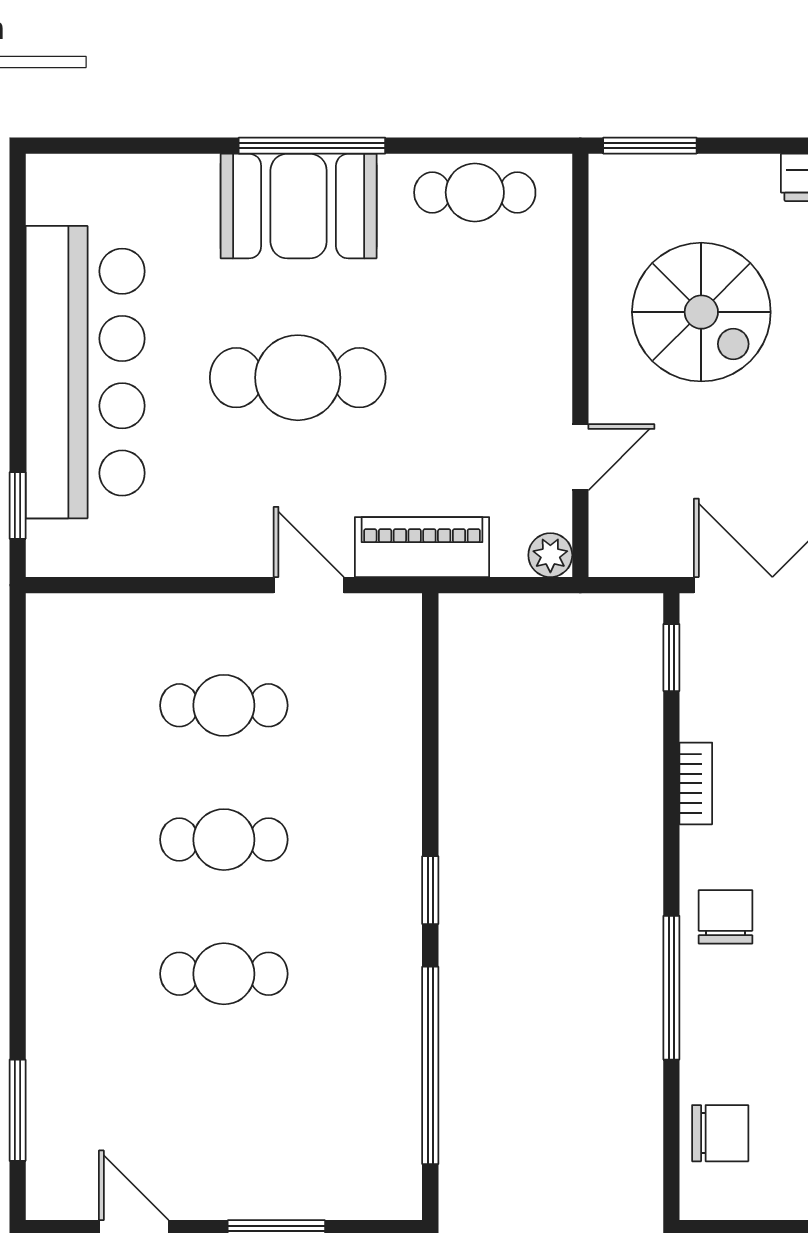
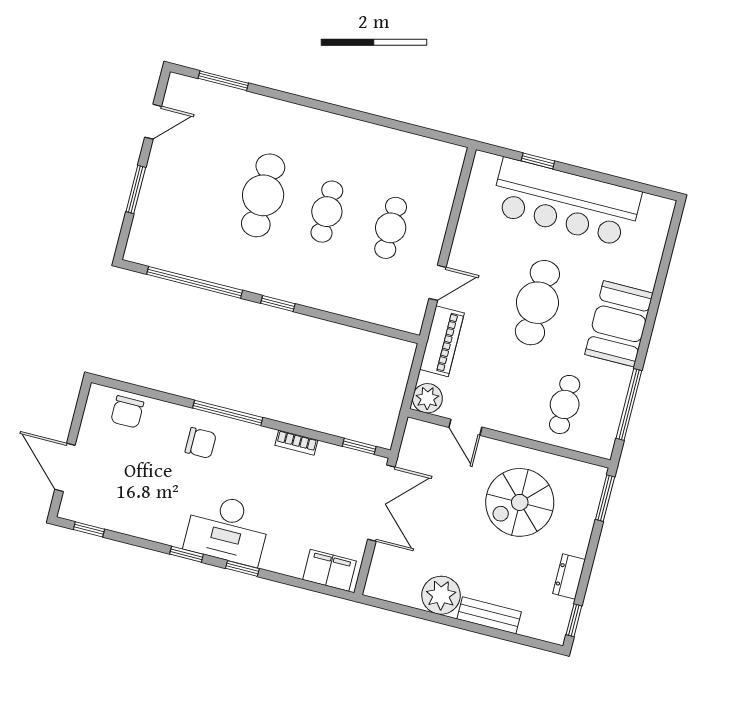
window: (312, 146) -> (629, 404), moved
cafe table: (475, 192) -> (565, 404), moved
window: (18, 505) -> (538, 161), moved
plant: (550, 555) -> (427, 398), width x1.38, depth x1.38
chair: (725, 917) -> (201, 443), moved
cafe table: (224, 974) -> (263, 195), width x1.37, depth x1.35
window: (671, 988) -> (228, 413), moved

